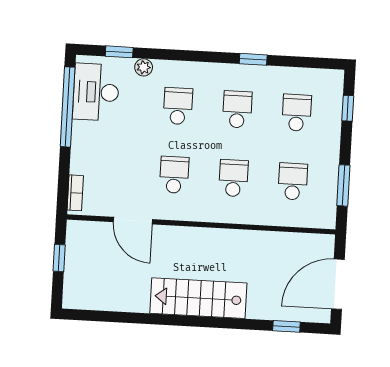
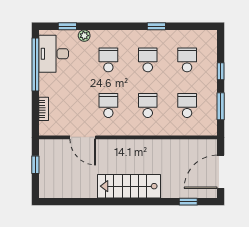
window: (348, 108) -> (221, 71), moved
bookcase: (75, 193) -> (44, 109), moved

